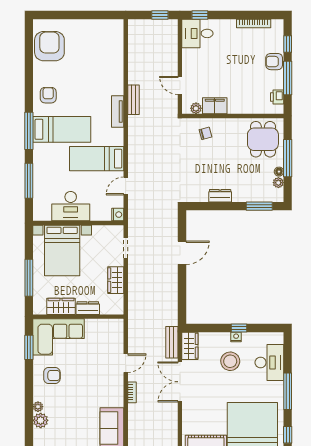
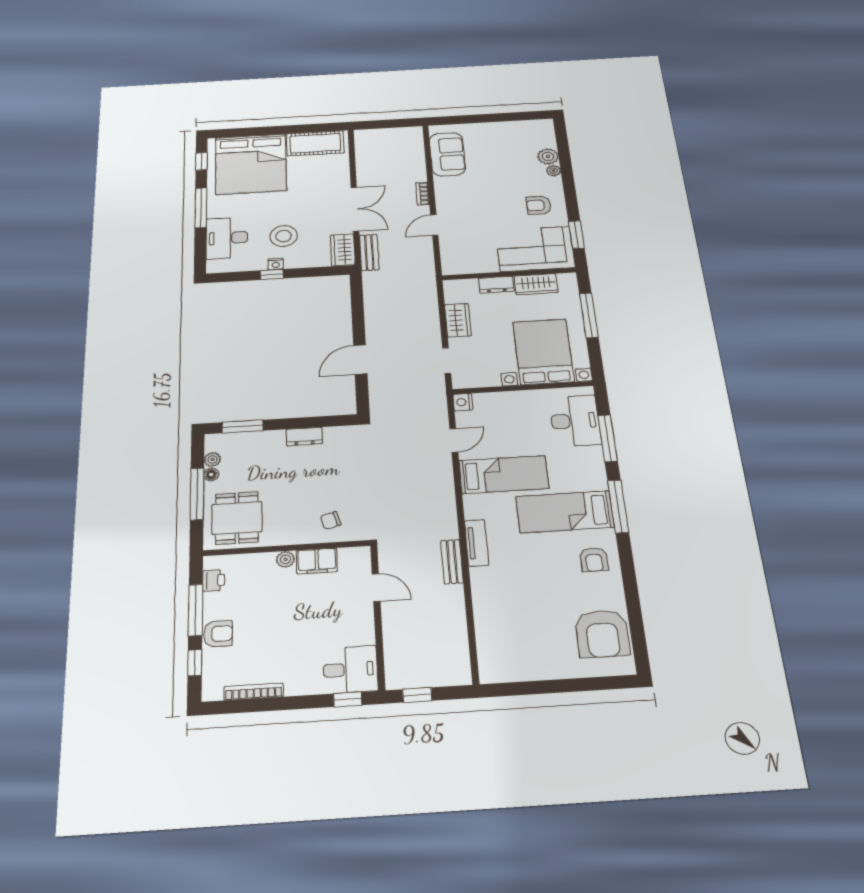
plant: (196, 108) -> (285, 559), moved
desk: (71, 206) -> (575, 421), moved, turned 90

